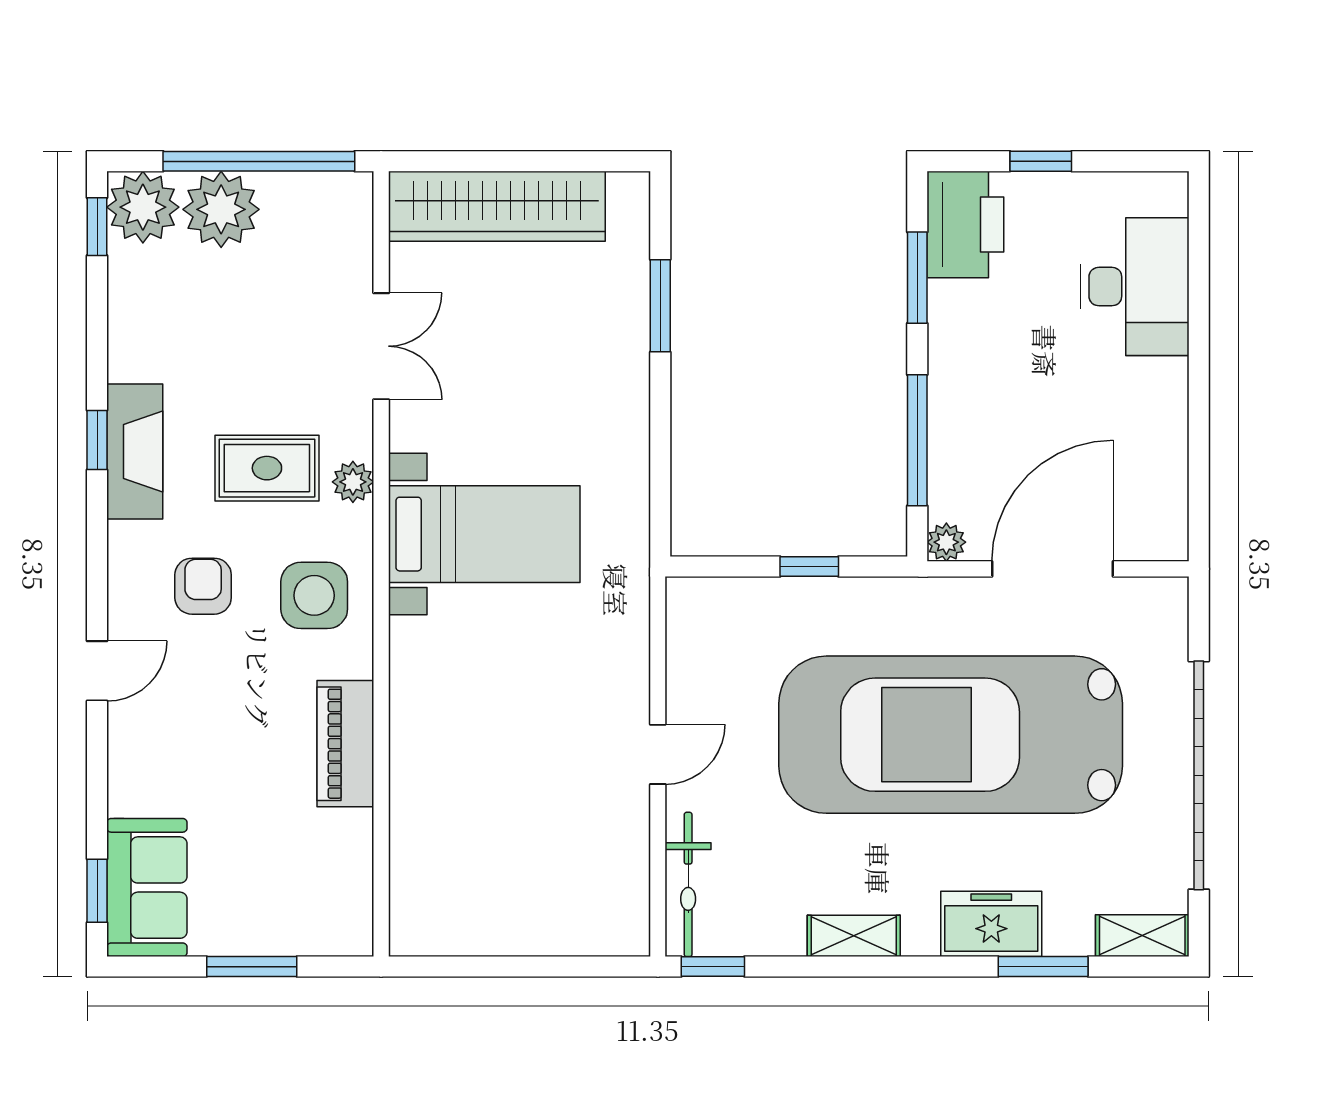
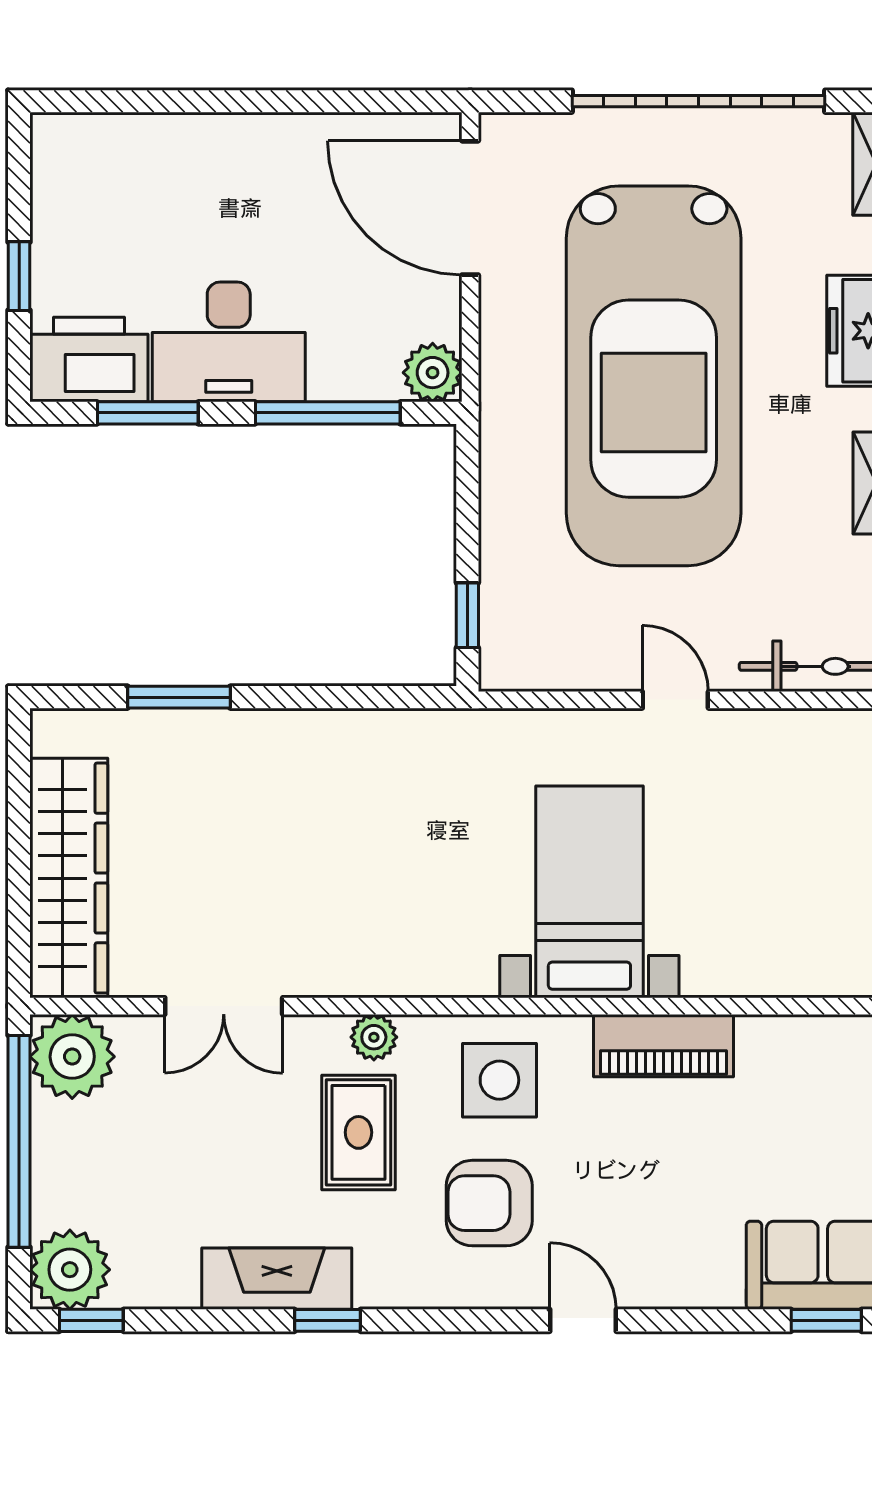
plant: (221, 209) -> (72, 1057), moved
desk: (1135, 287) -> (229, 342), moved, turned 180
double door: (381, 346) -> (224, 1006), swing flipped
fireplace: (135, 452) -> (277, 1279), moved
bed with nightstands: (484, 534) -> (589, 892), moved
plant: (946, 542) -> (433, 373), width x1.38, depth x1.38
window: (809, 566) -> (467, 615), moved
door: (1053, 569) -> (470, 208), moved
armchair: (203, 586) -> (489, 1203), width x1.38, depth x1.38

